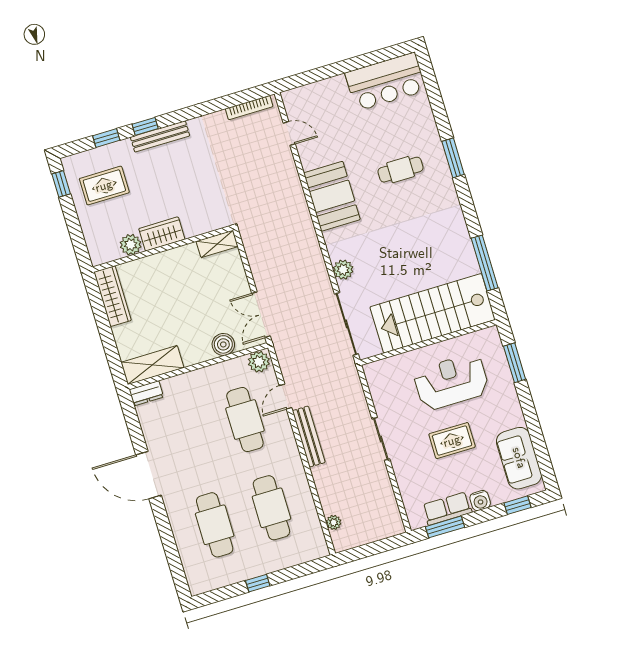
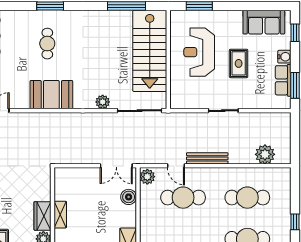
shelving: (217, 244) -> (60, 215), moved
plant: (334, 522) -> (265, 154), width x1.88, depth x1.88

